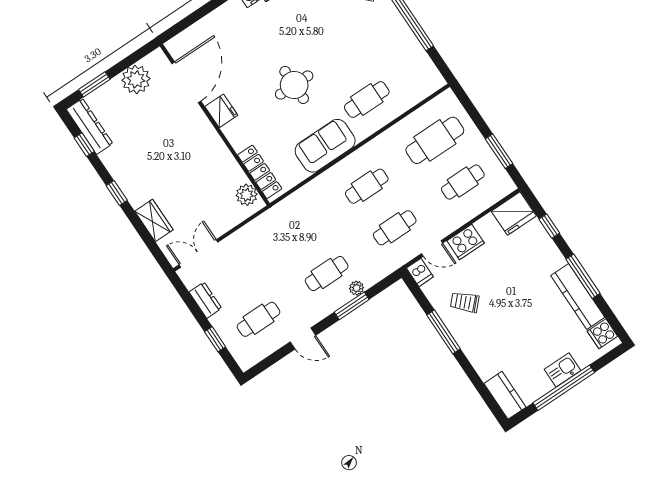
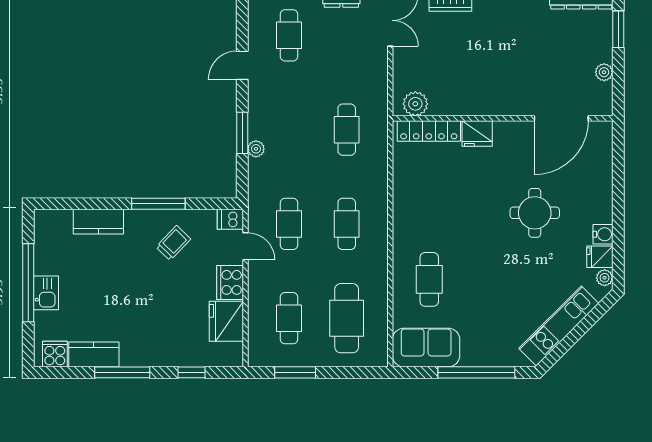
plant: (136, 79) -> (604, 72), width x0.53, depth x0.53
door: (186, 82) -> (561, 118), hinge flipped
round table: (294, 85) -> (535, 213), moved
fridge: (221, 111) -> (477, 133), moved
sofa: (325, 146) -> (426, 348), moved, turned -90
fridge: (514, 214) -> (226, 321), moved
door: (432, 248) -> (245, 246), swing flipped
cafe table: (327, 274) -> (347, 130), moved
kitchen counter: (578, 296) -> (94, 354), width x0.67
kitchen counter: (505, 395) -> (98, 222), moved

